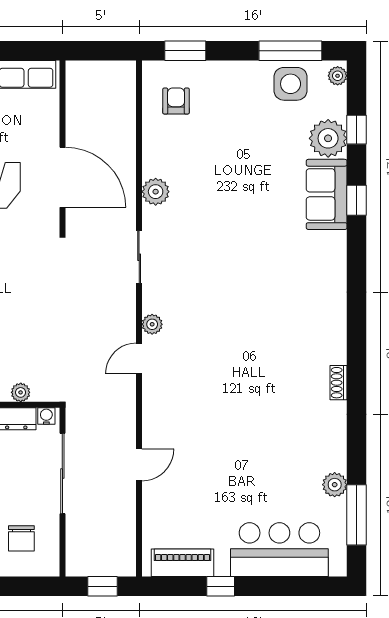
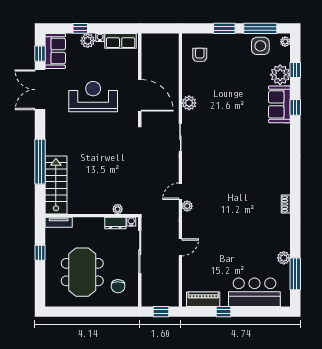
window: (185, 51) -> (224, 28), moved
plant: (152, 324) -> (187, 206), moved

